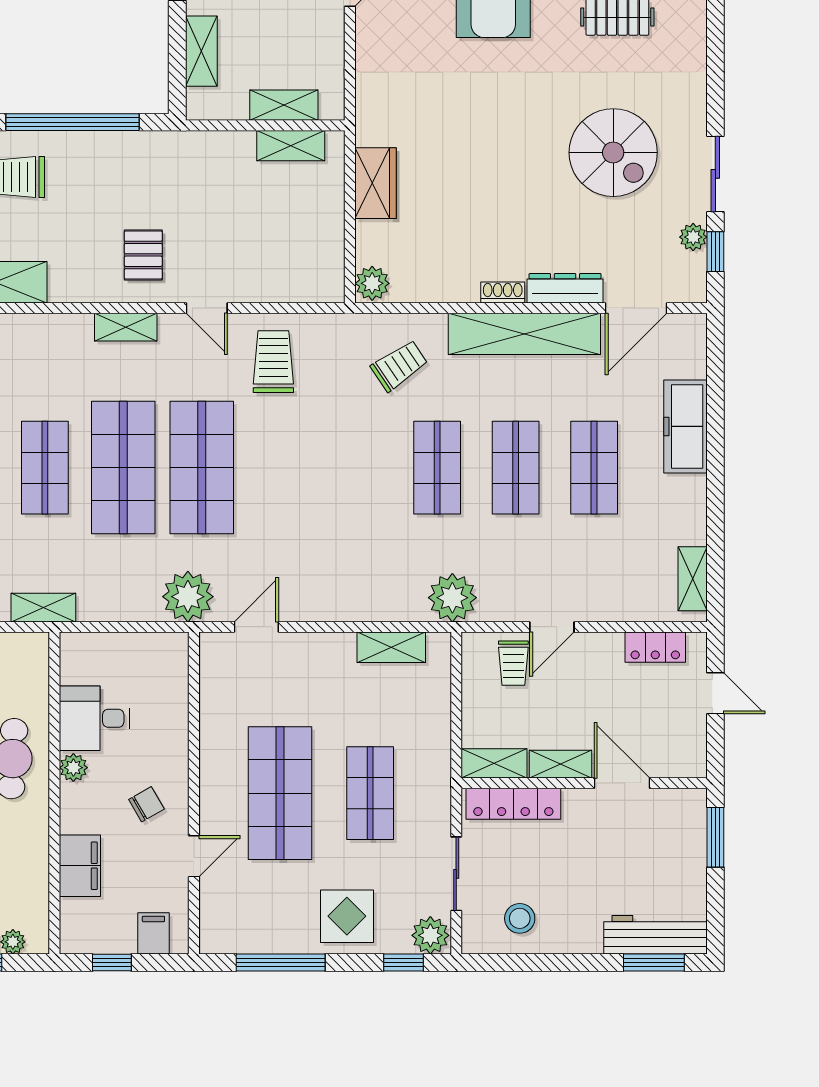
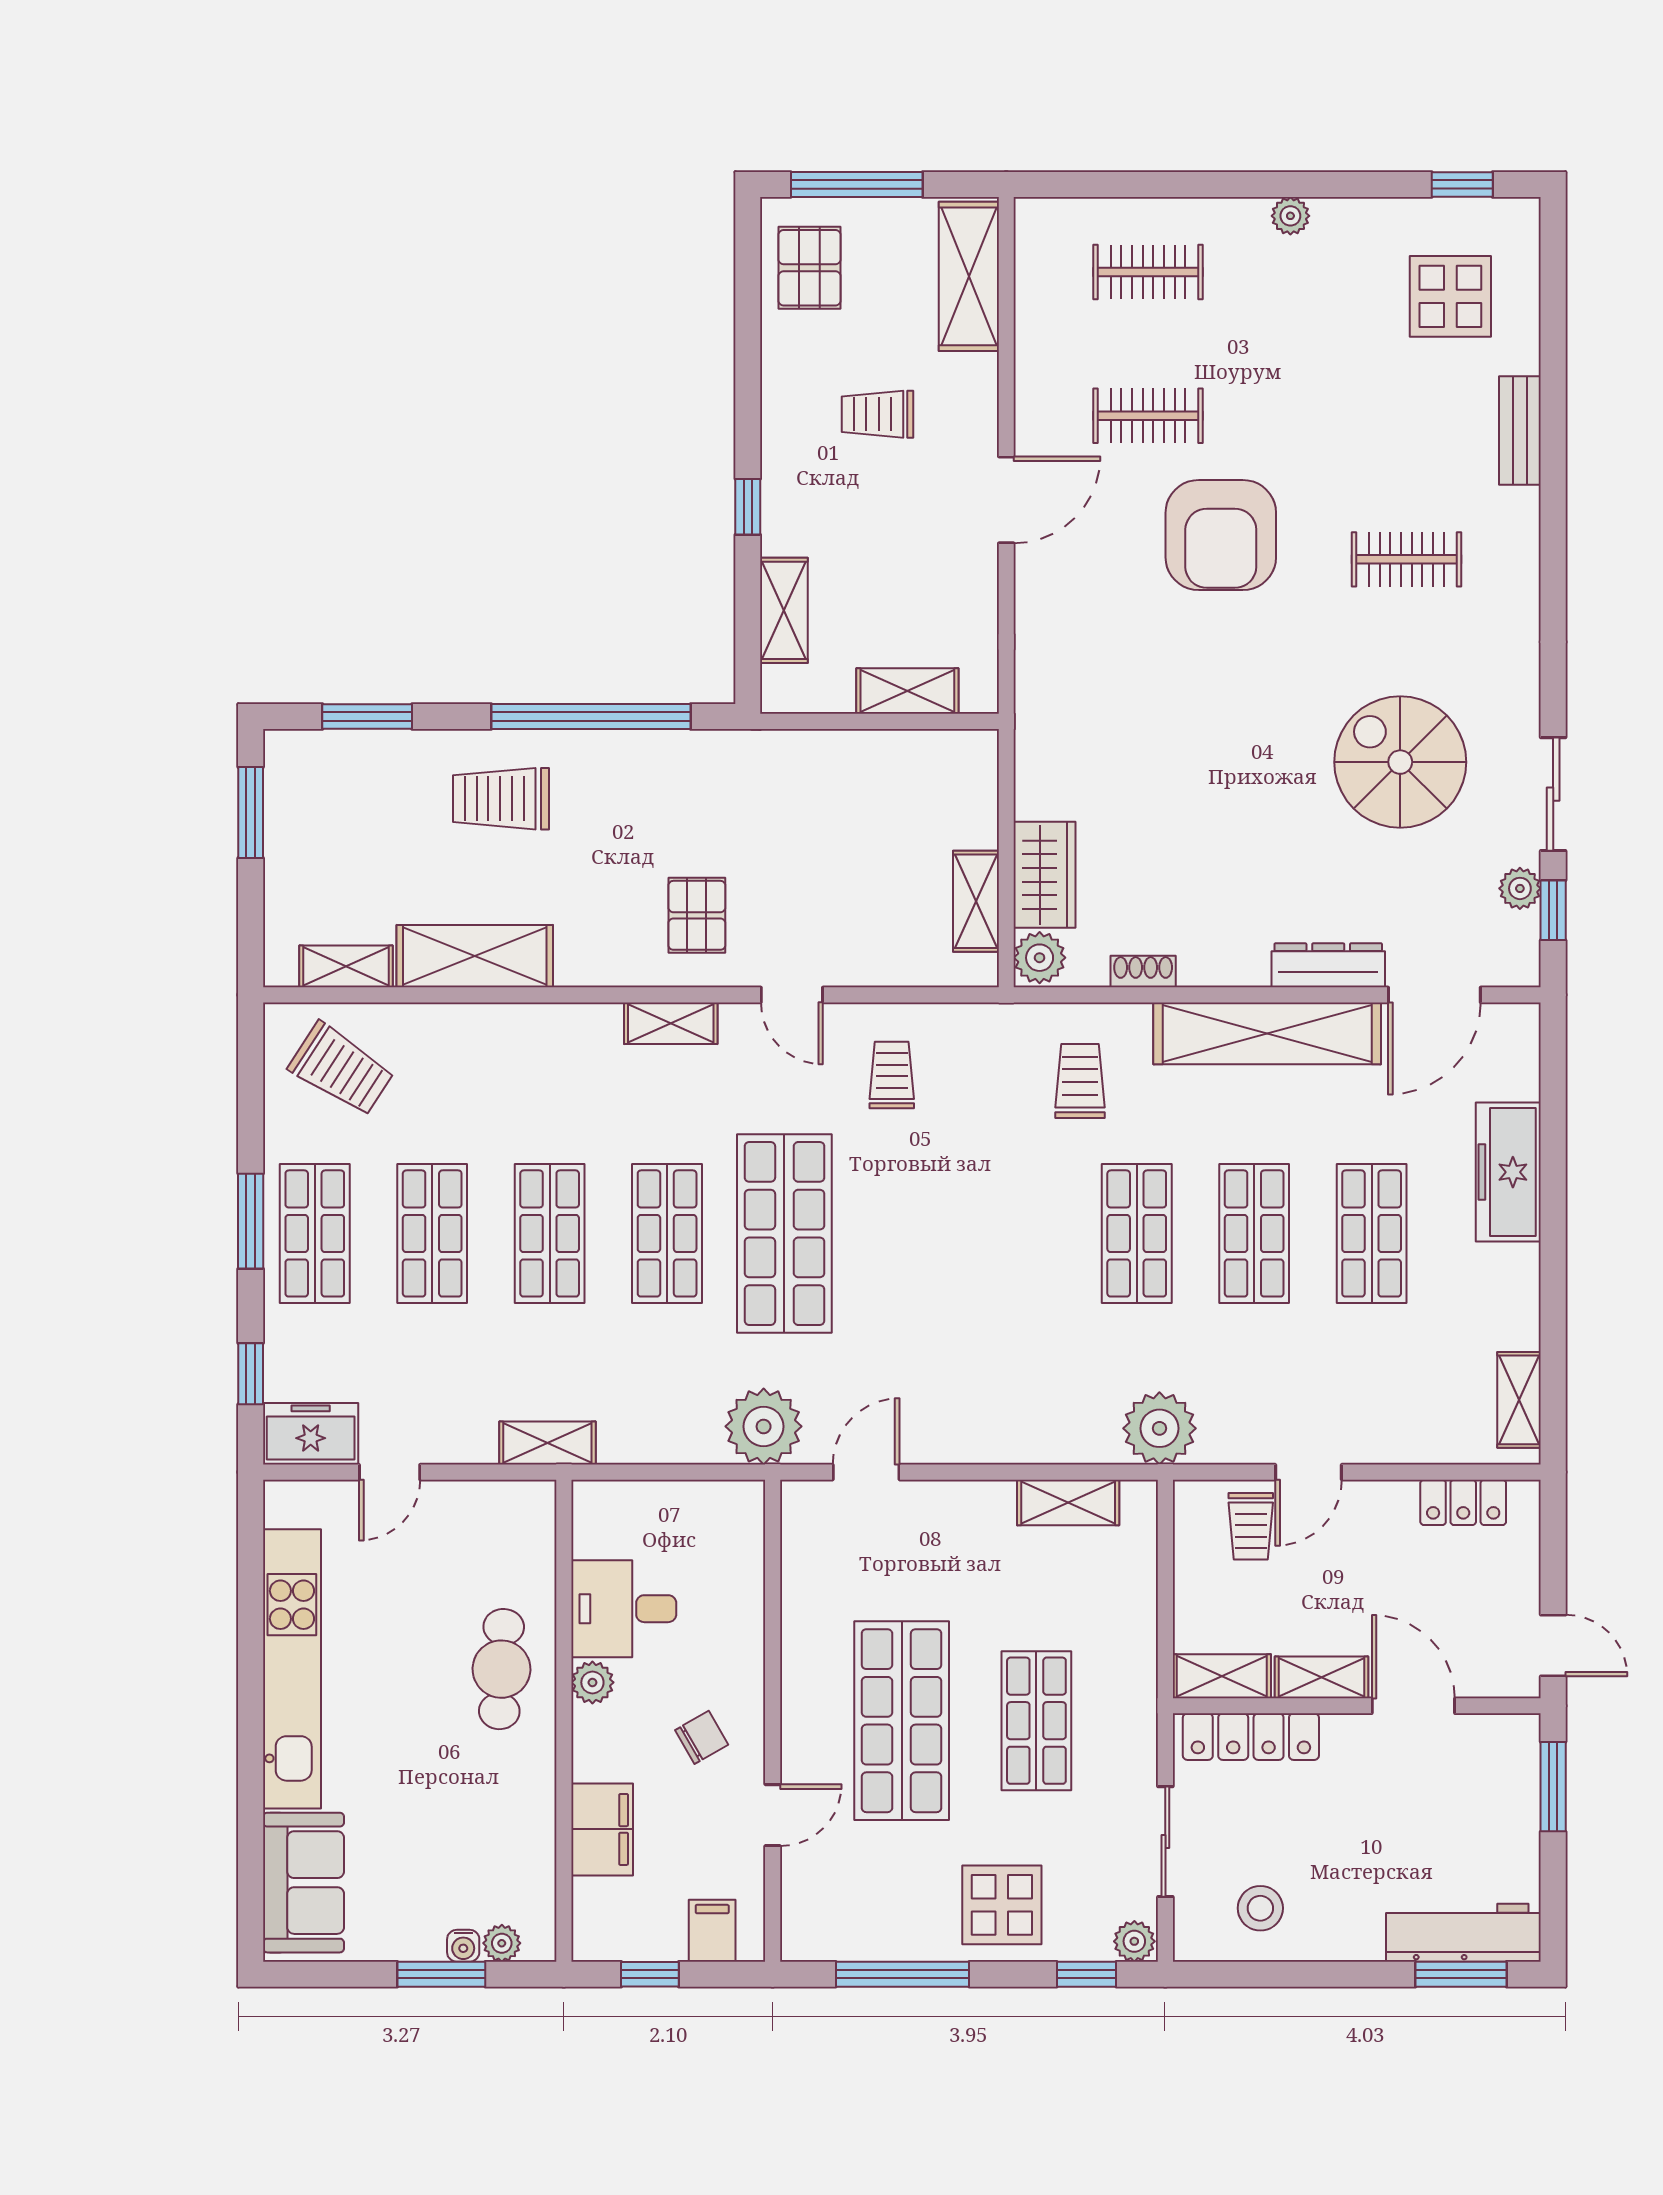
shelving: (291, 146) -> (976, 901), moved, turned 90
spiral stairs: (613, 153) -> (1400, 762), turned 180
wardrobe: (376, 183) -> (1045, 875), moved
shoe rack: (503, 293) -> (1143, 972), moved
trolley: (273, 362) -> (892, 1075), width x0.73, depth x0.72
trolley: (399, 366) -> (1080, 1081), turned -56
shop shelf: (123, 468) -> (667, 1233), width x0.70, depth x0.74
door: (715, 693) -> (1553, 1646), moved
plant: (430, 935) -> (1134, 1941), width x0.73, depth x0.73

